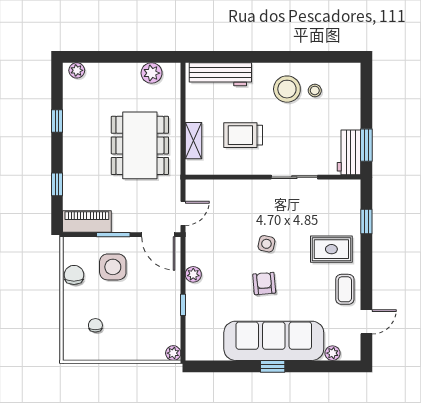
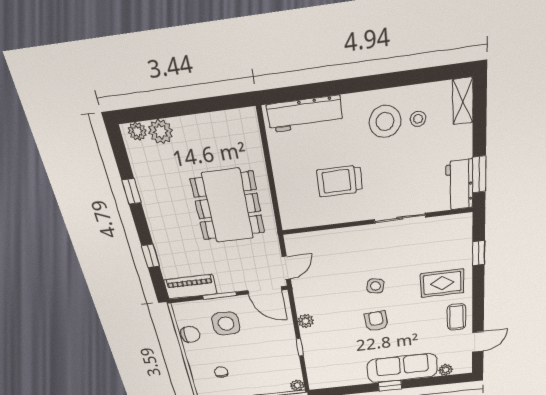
plant: (152, 73) -> (161, 132), moved
shelving: (193, 141) -> (463, 101), moved
chair: (74, 275) -> (190, 334), turned 90
sofa: (274, 341) -> (402, 368), width x0.74, depth x0.79

